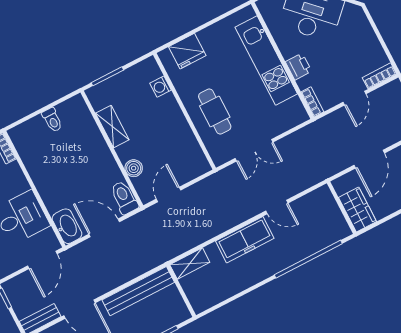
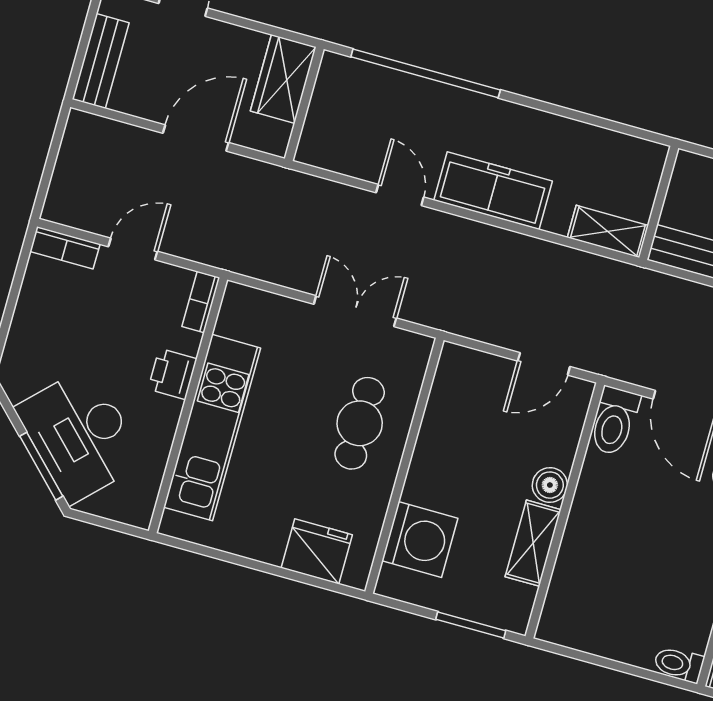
washing machine: (161, 87) -> (420, 539), width x1.89, depth x1.89
toilet: (52, 120) -> (679, 664), moved, turned -90
boiler: (134, 168) -> (550, 485), moved

